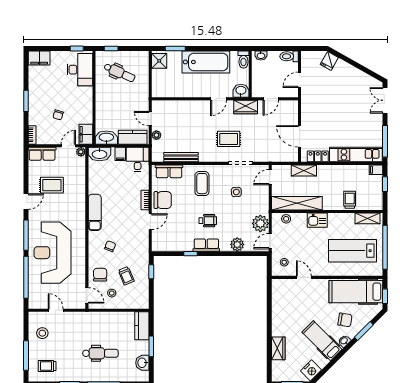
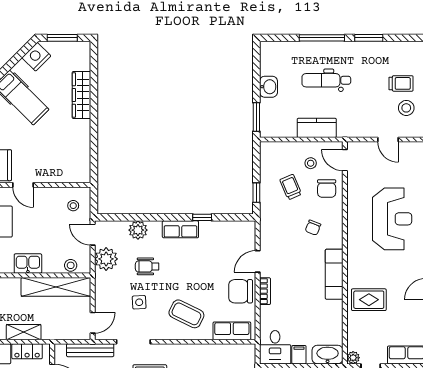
bench: (181, 157) -> (90, 350), moved
shelving: (304, 170) -> (24, 332), moved
coffee table: (202, 184) -> (186, 314), turned -64
rug: (52, 185) -> (369, 300), moved
wheelchair: (208, 221) -> (147, 266), moved
door: (270, 241) -> (93, 235), swing flipped
reception desk: (53, 253) -> (392, 219), width x0.74, depth x0.77
door: (304, 277) -> (23, 185), moved
kitchen counter: (142, 326) -> (317, 128), moved, turned -90
window: (151, 346) -> (256, 117), moved
wardrobe: (278, 348) -> (81, 95), width x1.50
washbasin: (142, 363) -> (268, 87), moved
trolley: (47, 366) -> (401, 83), moved

